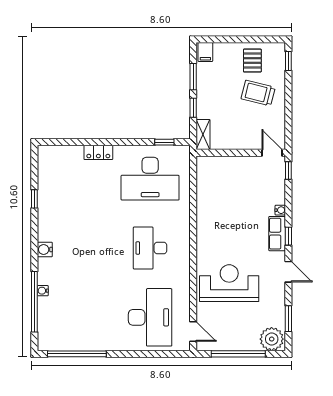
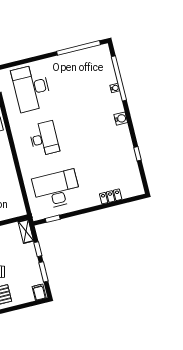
locker: (98, 152) -> (111, 196), moved

